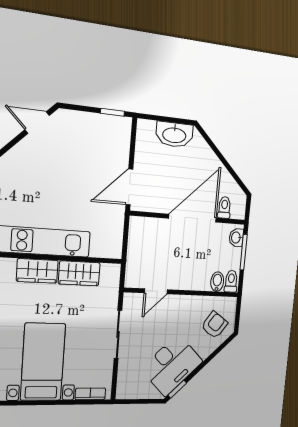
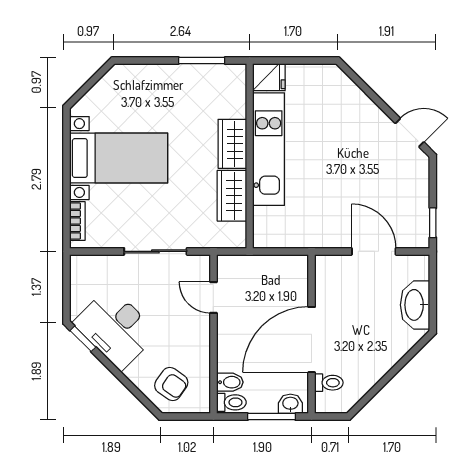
door: (37, 122) -> (410, 133), hinge flipped
door: (129, 187) -> (374, 251), moved
door: (193, 218) -> (312, 340), swing flipped

